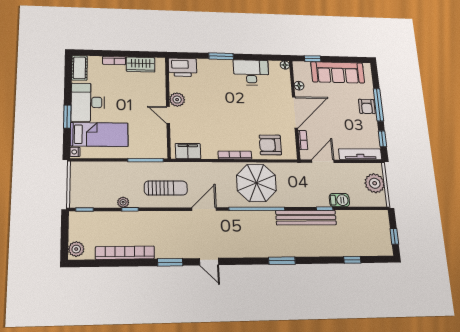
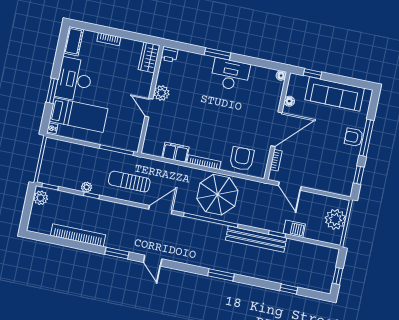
wardrobe: (141, 64) -> (149, 58), moved, turned 90
printer: (183, 67) -> (169, 54), width x0.53, depth x0.68
desk: (251, 72) -> (230, 75), moved
armchair: (367, 106) -> (354, 137), turned 90
armchair: (270, 145) -> (242, 159), turned 89
filing cabinet: (188, 151) -> (175, 152), moved
tv unit: (360, 154) -> (330, 187), removed
door: (323, 161) -> (290, 186), swing flipped
sun lounger: (166, 188) -> (129, 182), turned 180
plant: (76, 249) -> (41, 198), moved

